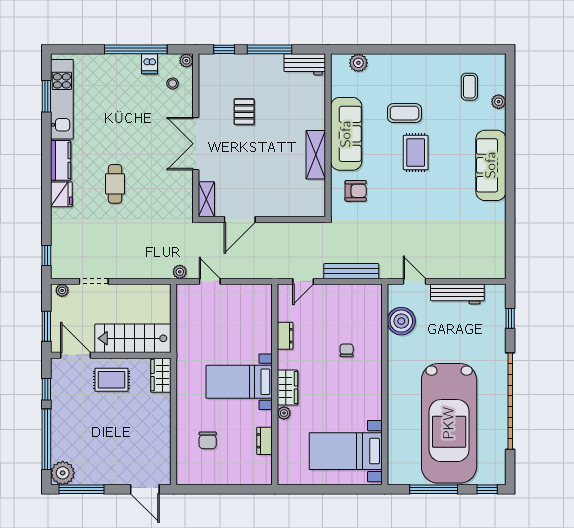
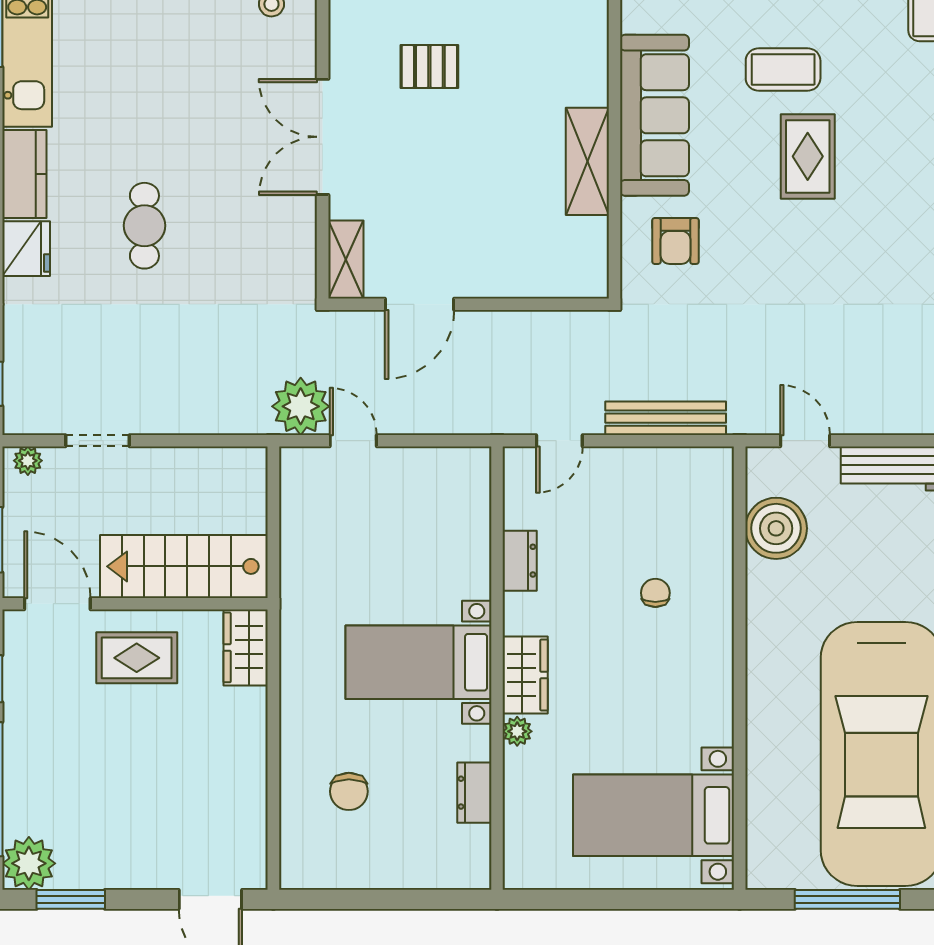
pallet: (244, 112) -> (429, 67), turned 90
armchair: (356, 191) -> (675, 241), turned 90
plant: (180, 272) -> (301, 406), width x1.88, depth x1.88
window: (82, 489) -> (71, 899), width x0.69

